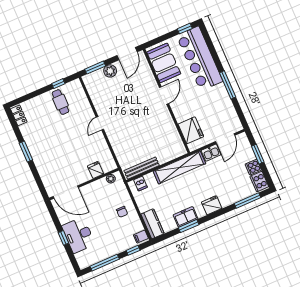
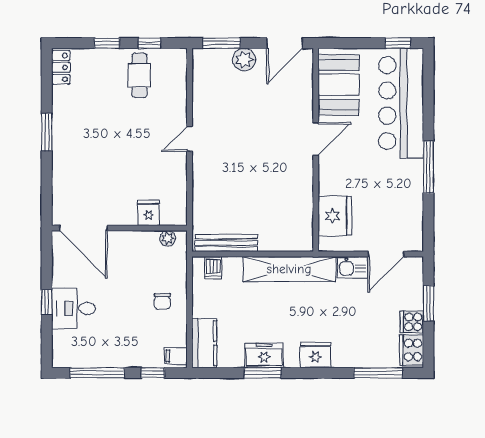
window: (37, 93) -> (107, 43), added
desk: (78, 235) -> (74, 309), width x0.73

